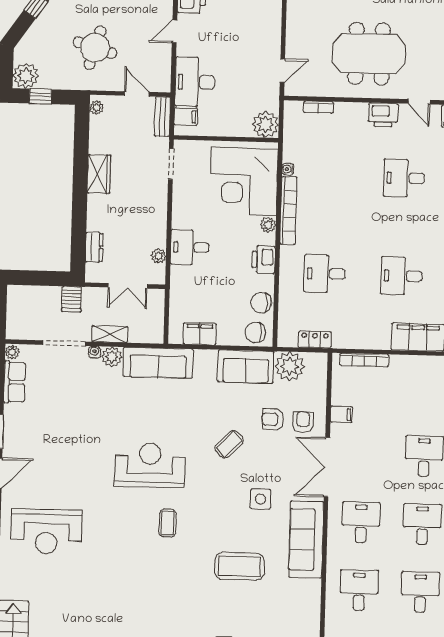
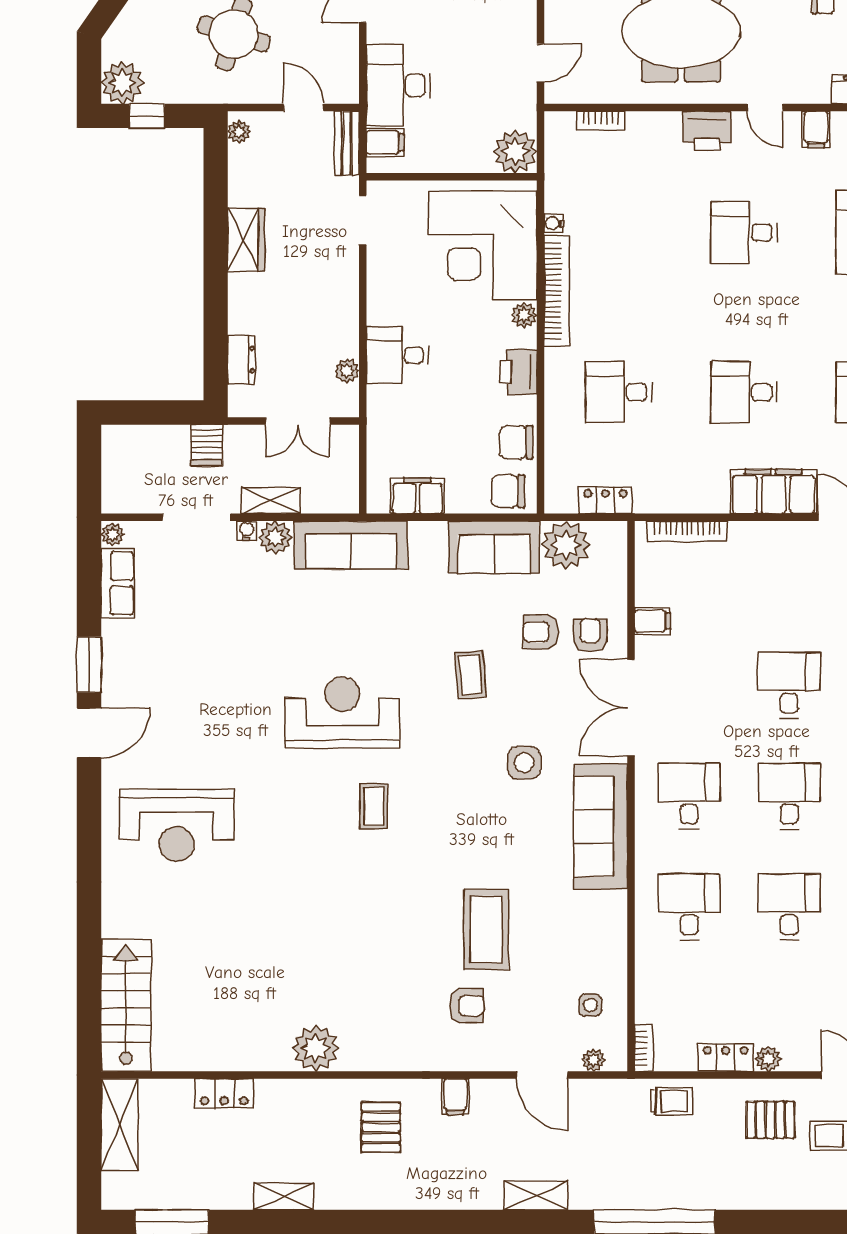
coffee table: (229, 444) -> (470, 675), turned -50
coffee table: (239, 566) -> (486, 930), moved, turned 90

